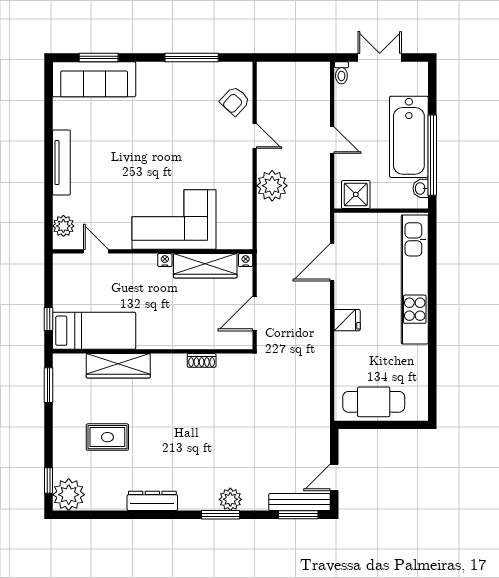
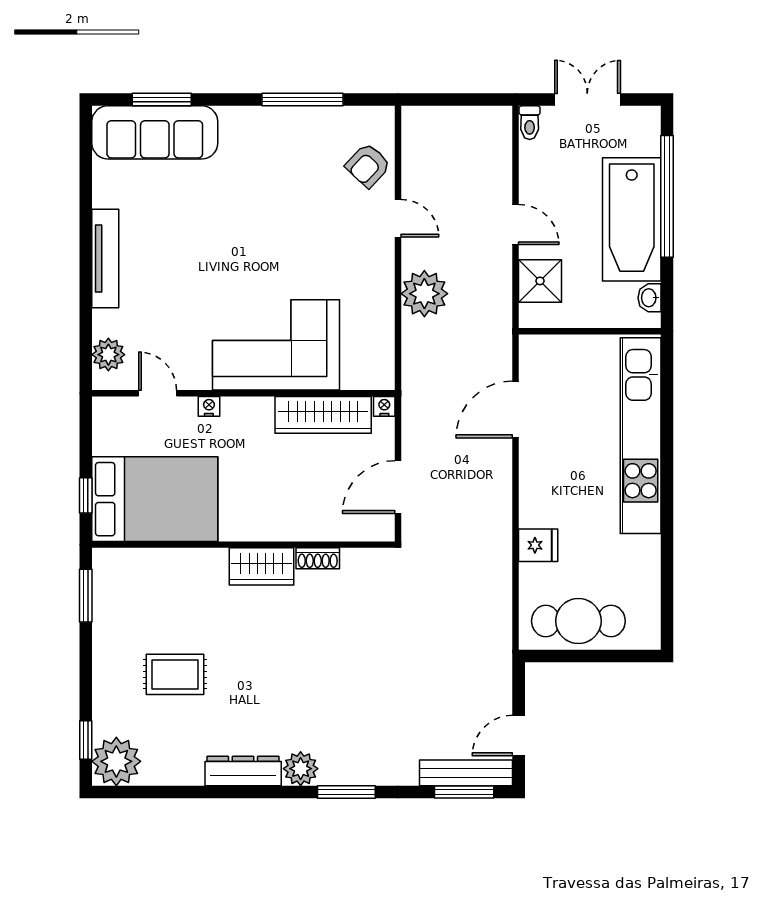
window: (432, 155) -> (667, 196), moved
shower: (356, 194) -> (540, 281), moved
nightstand: (165, 260) -> (209, 406), moved
fridge: (347, 320) -> (538, 545), moved
bed: (94, 331) -> (155, 499), width x1.50
wardrobe: (118, 366) -> (261, 566), moved, width x0.67
plant: (230, 499) -> (301, 769), moved

